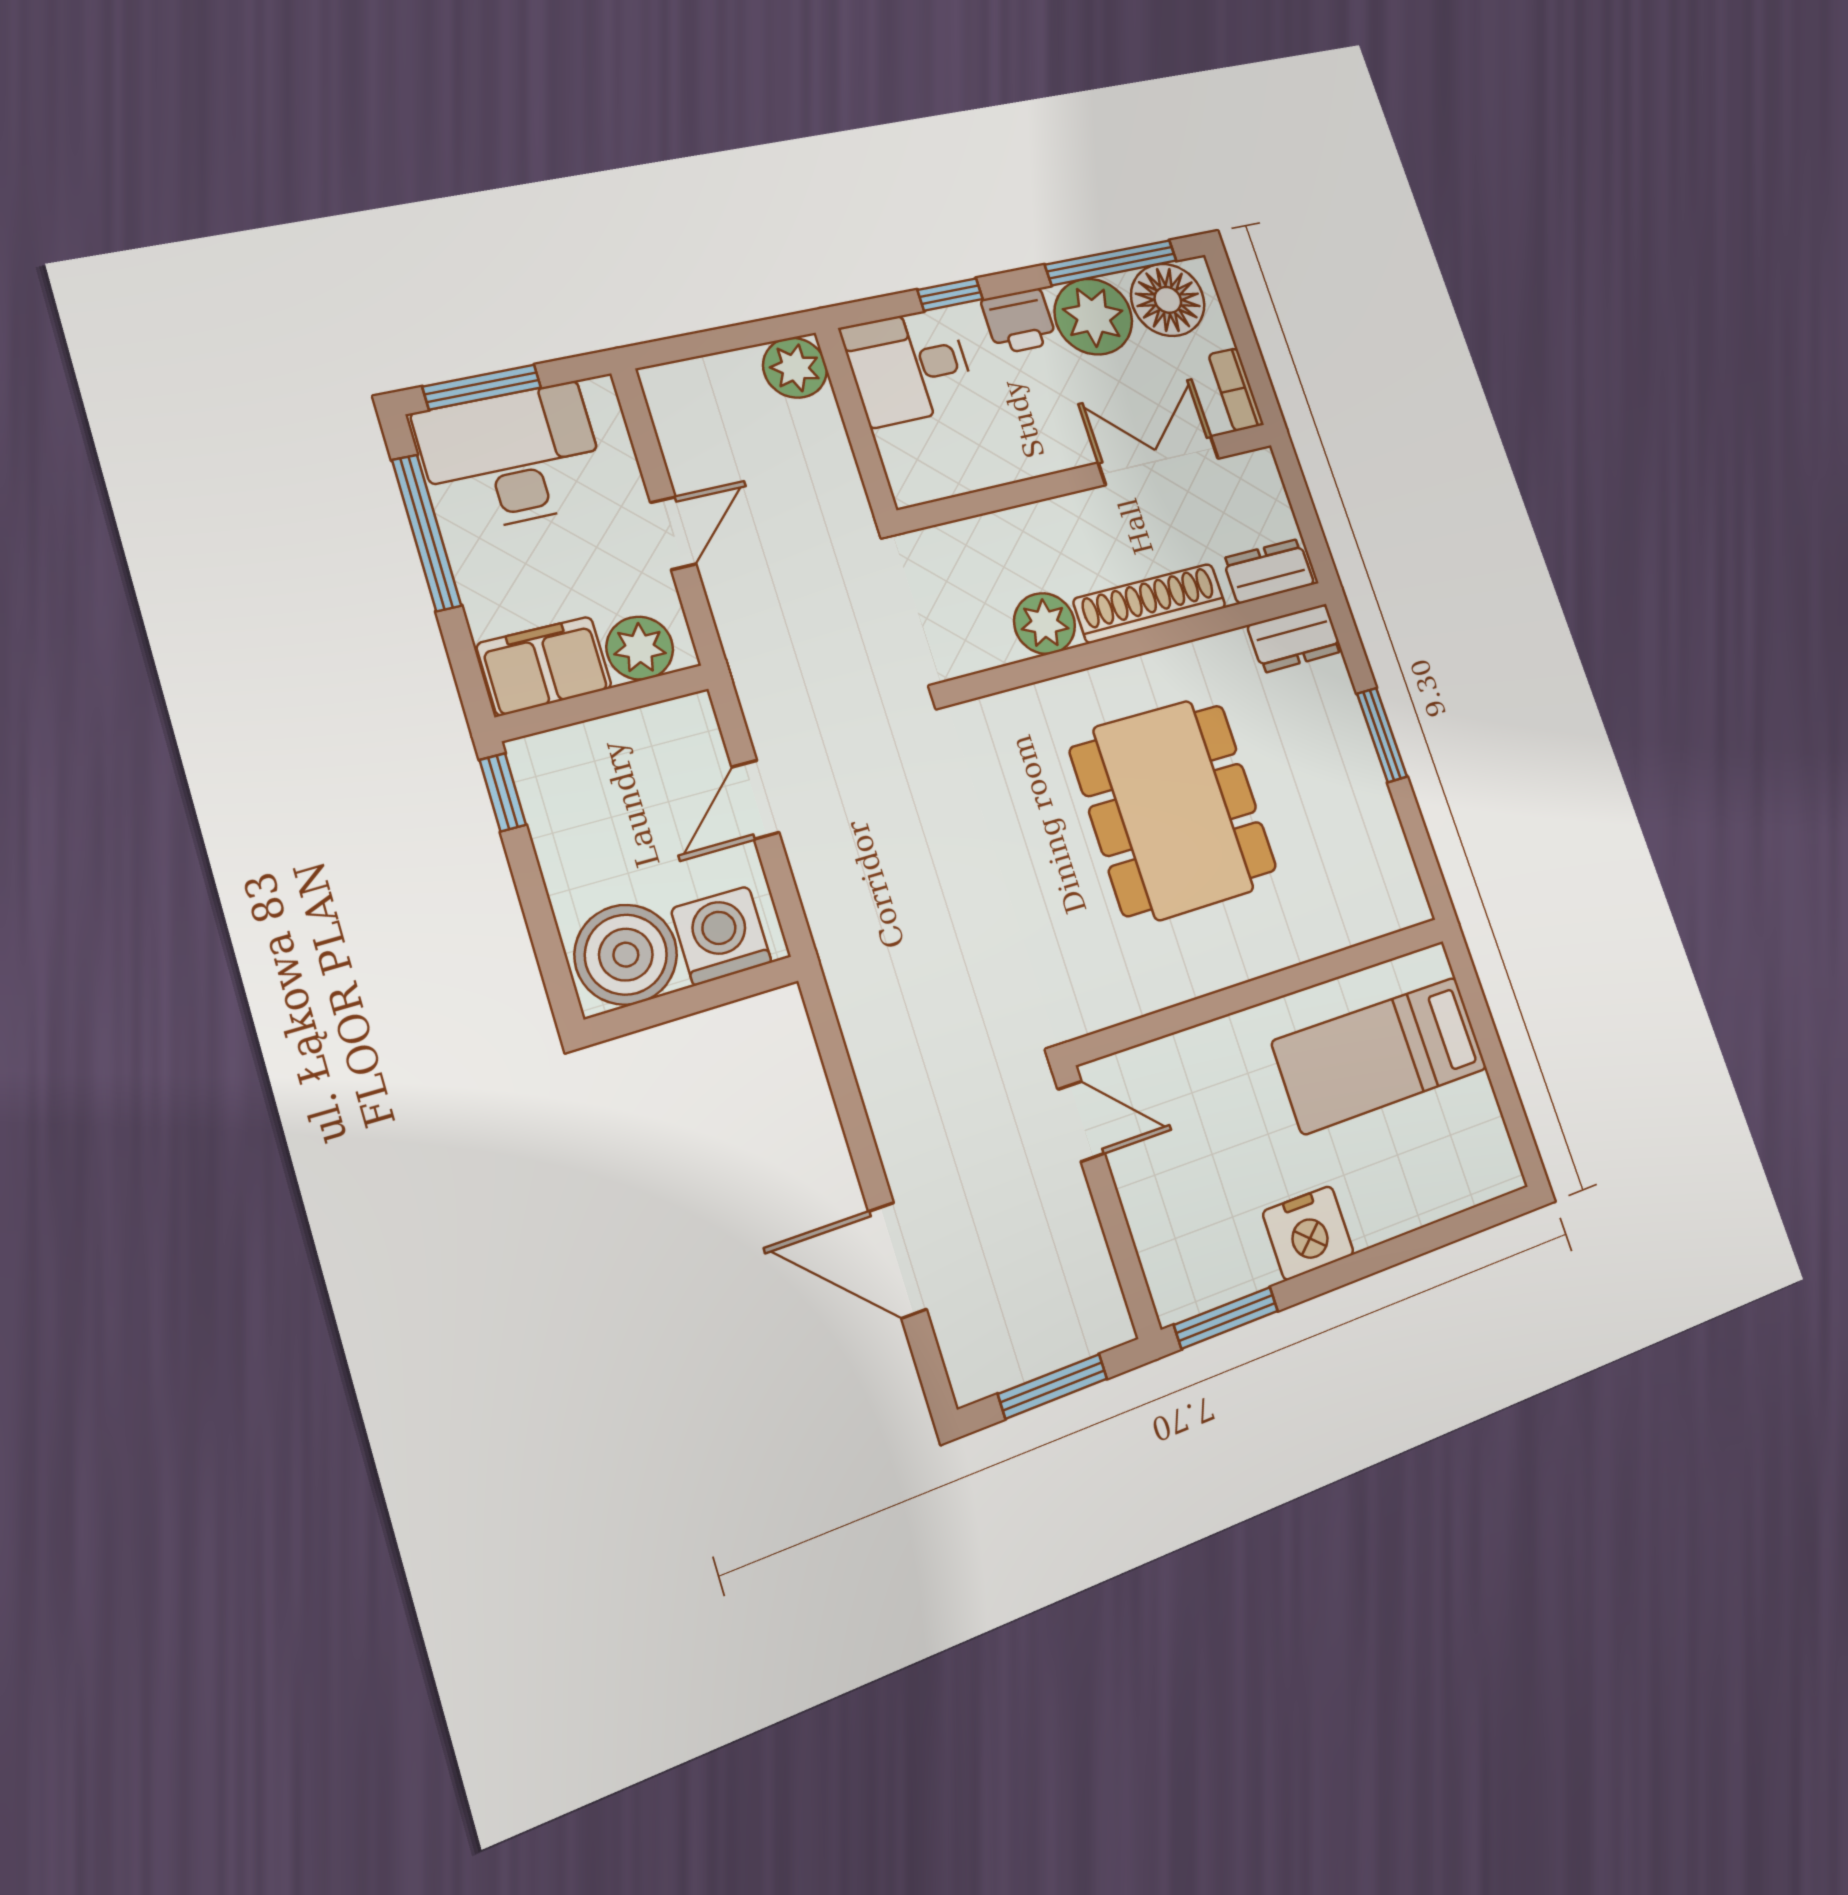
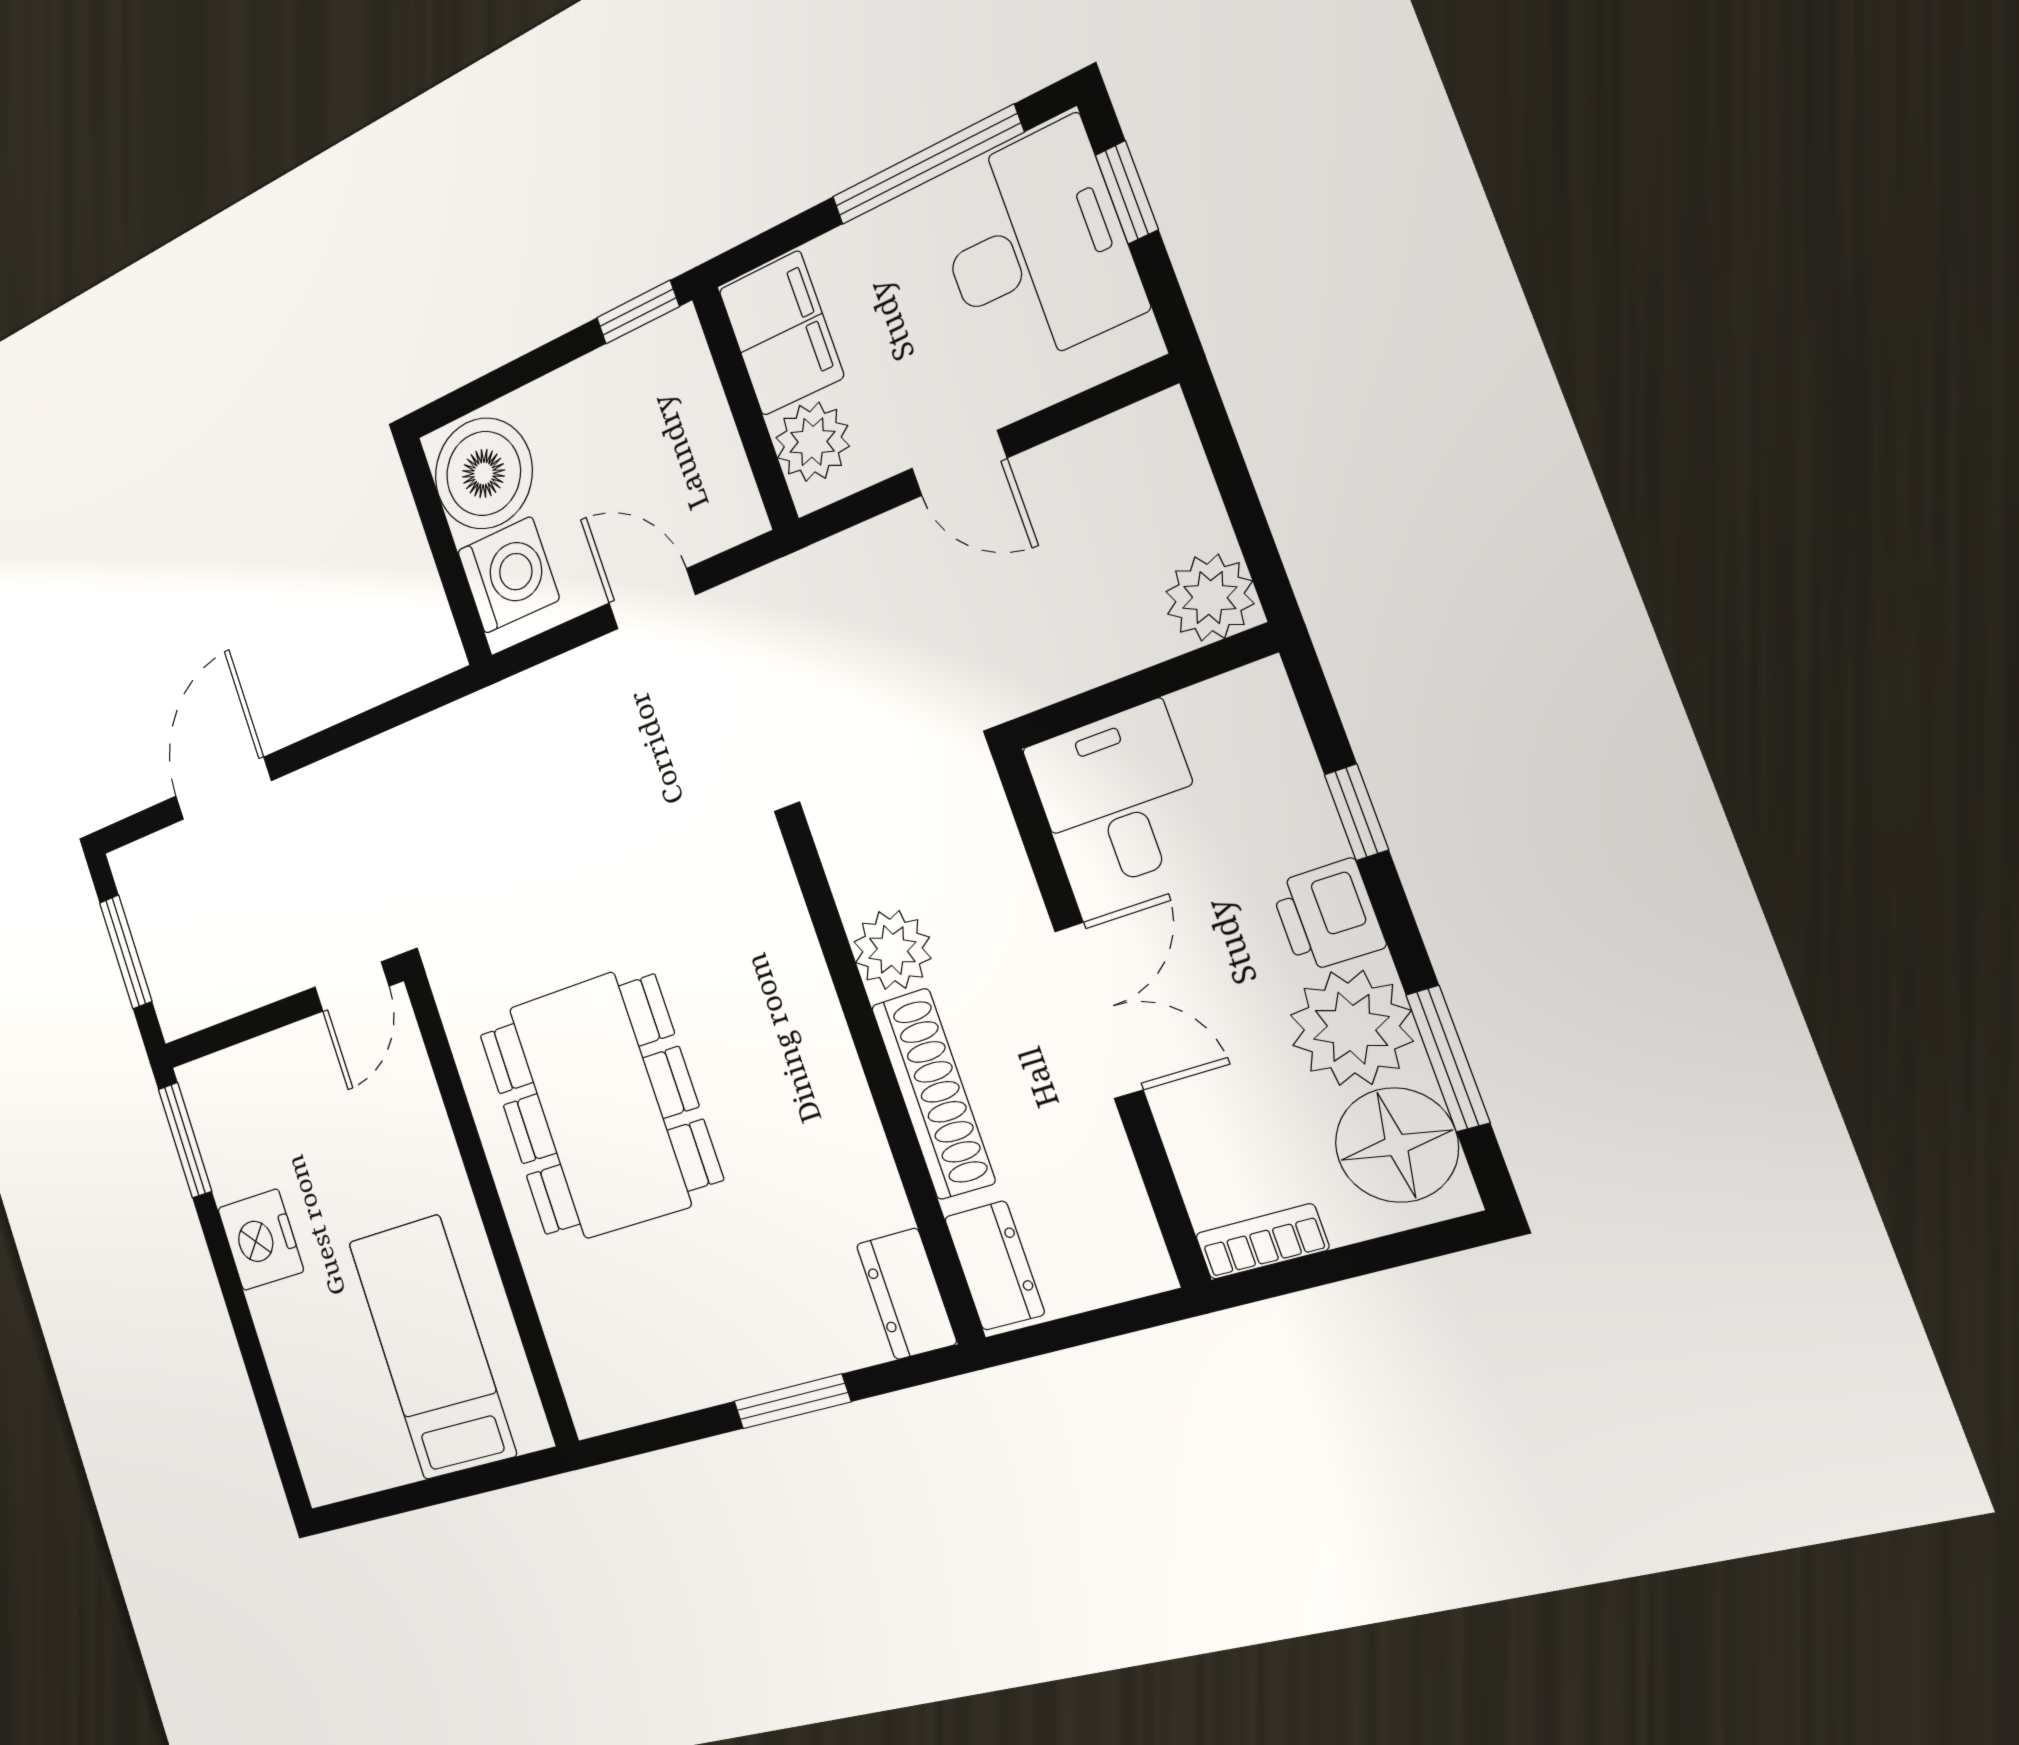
window: (1111, 263) -> (1448, 1059), width x0.69
desk: (909, 367) -> (1118, 798), moved
window: (482, 387) -> (1127, 192), width x0.67
double door: (1159, 461) -> (1099, 1010), moved
dining table: (1173, 809) -> (599, 1106), moved, turned 90

